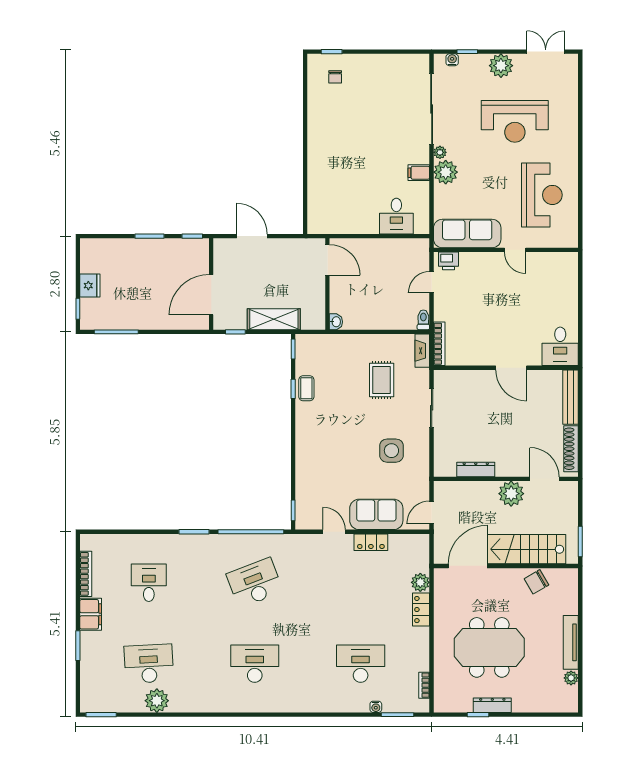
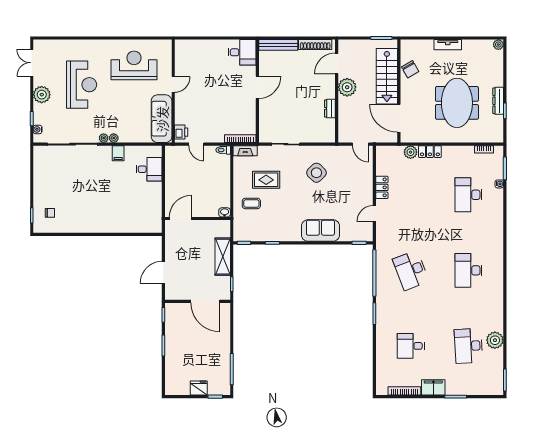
plant: (446, 172) -> (114, 138), width x0.53, depth x0.53
coffee table: (306, 388) -> (251, 203), moved
side table: (391, 451) -> (316, 173), turned 45
dresser: (476, 469) -> (330, 108), width x0.70
sofa: (376, 514) -> (320, 231), moved, turned 90
tv unit: (571, 642) -> (448, 45), width x0.71
plant: (571, 678) -> (498, 45), moved

